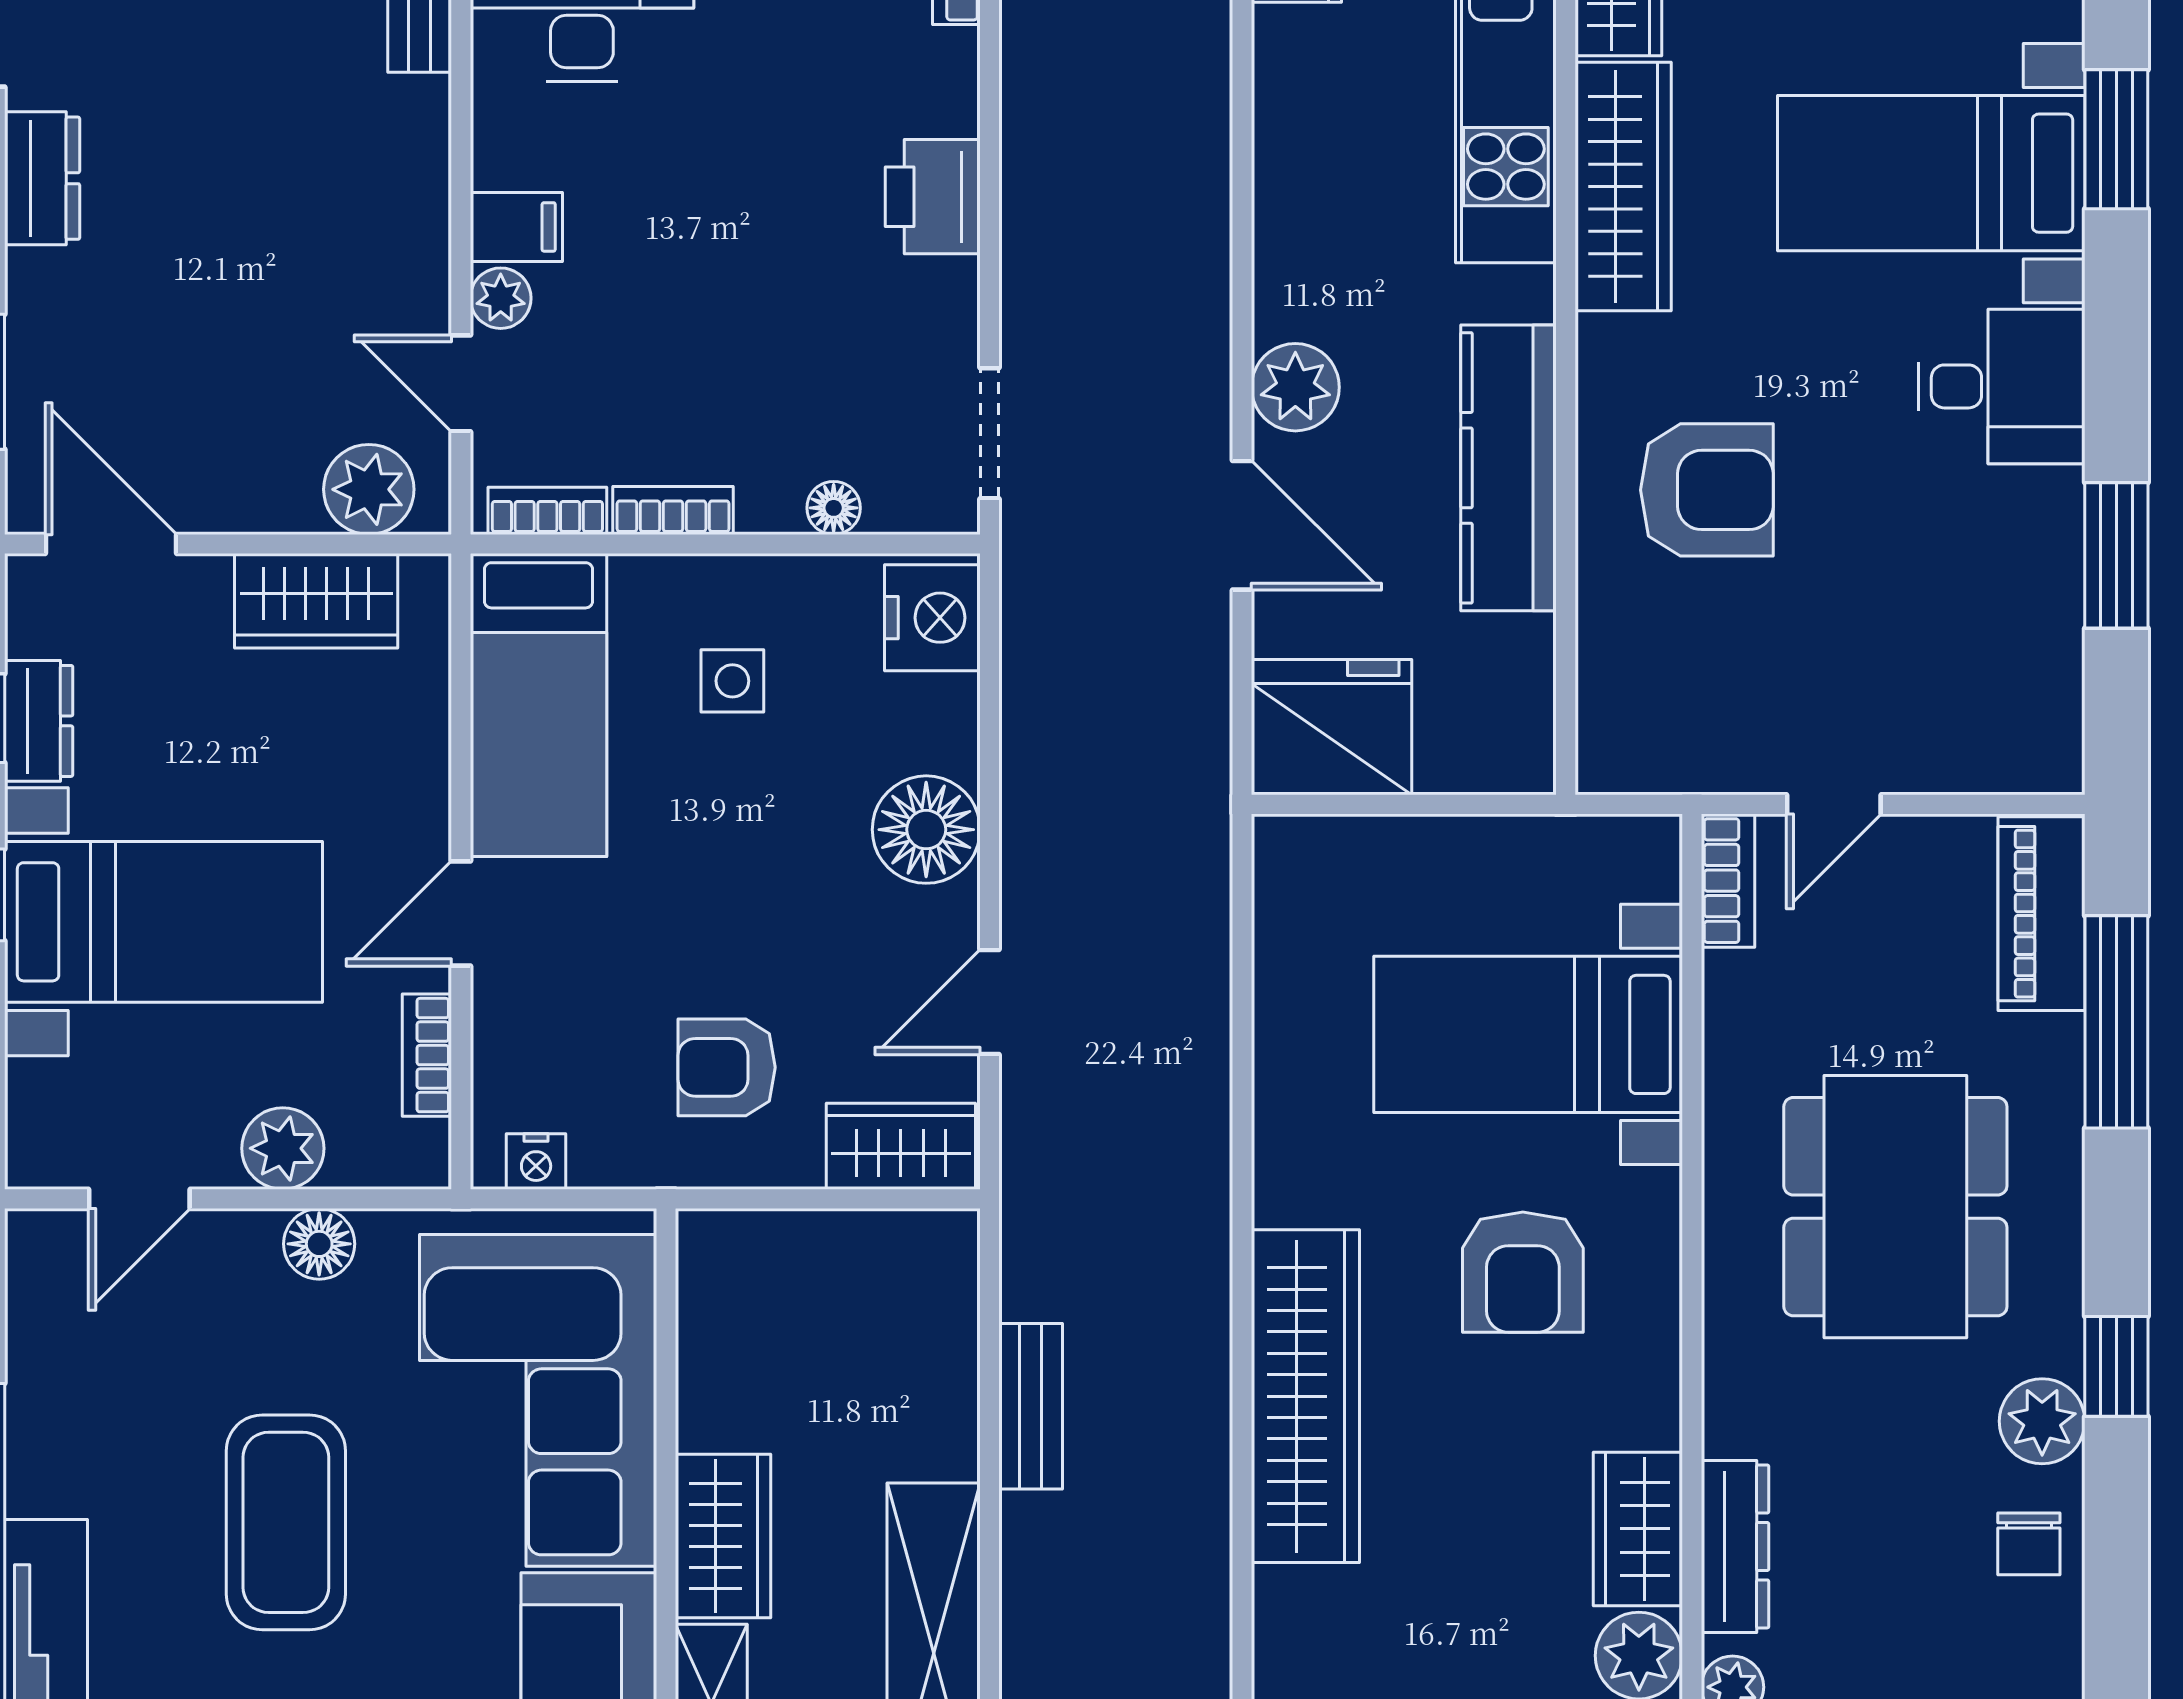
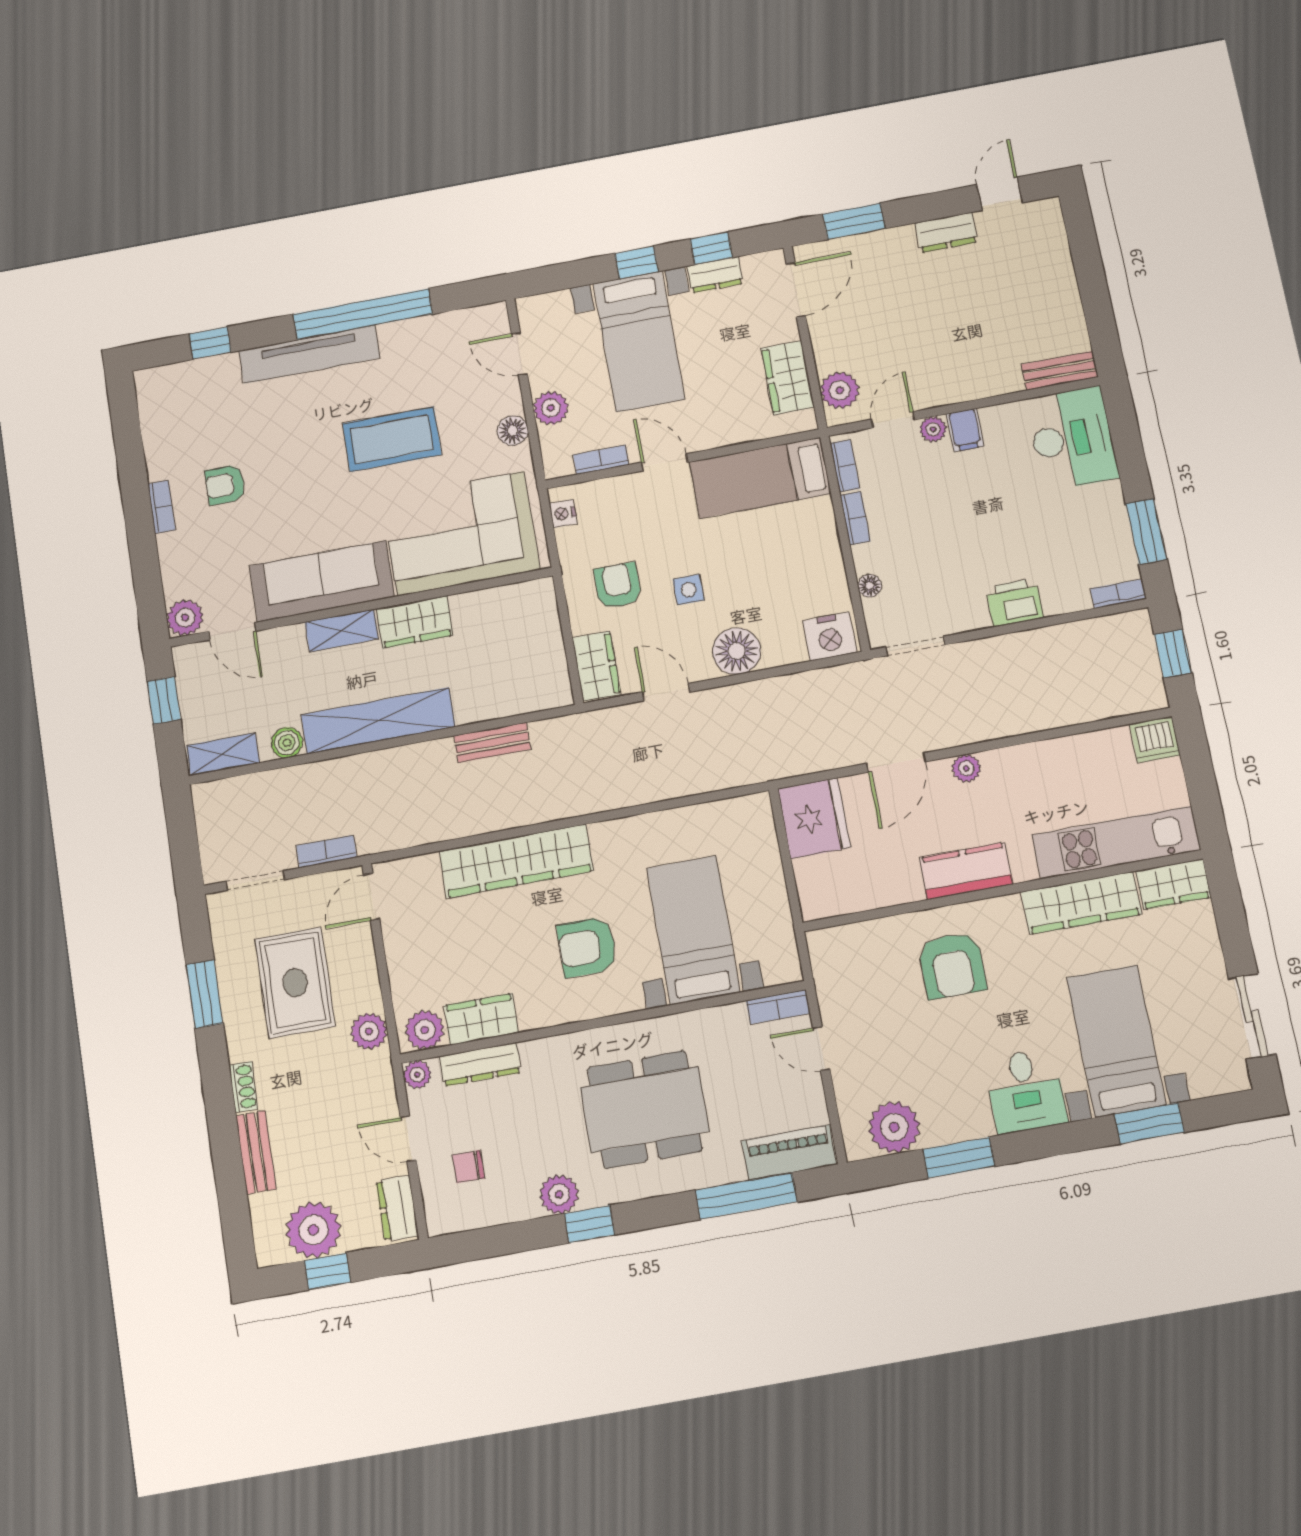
plant: (1295, 387) -> (966, 768), width x0.73, depth x0.73
kitchen counter: (1508, 468) -> (966, 871), width x0.67
plant: (2028, 680) -> (894, 1127), added
side table: (732, 681) -> (689, 590), moved
chair: (2029, 1544) -> (468, 1167), moved

